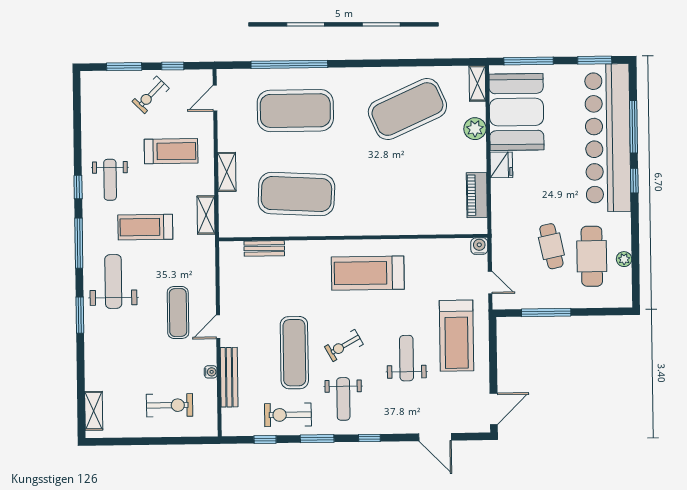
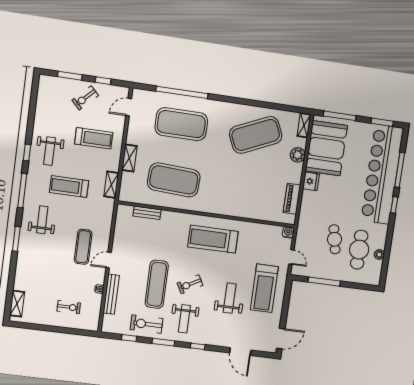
weight bench: (113, 281) -> (42, 220), width x0.73, depth x0.75
exercise bike: (170, 405) -> (69, 307), width x0.73, depth x0.72

